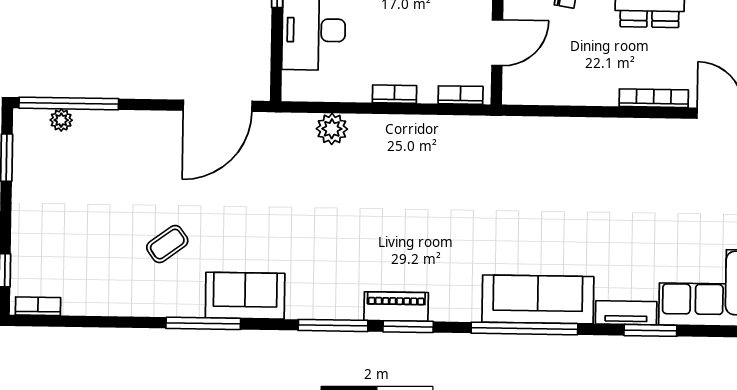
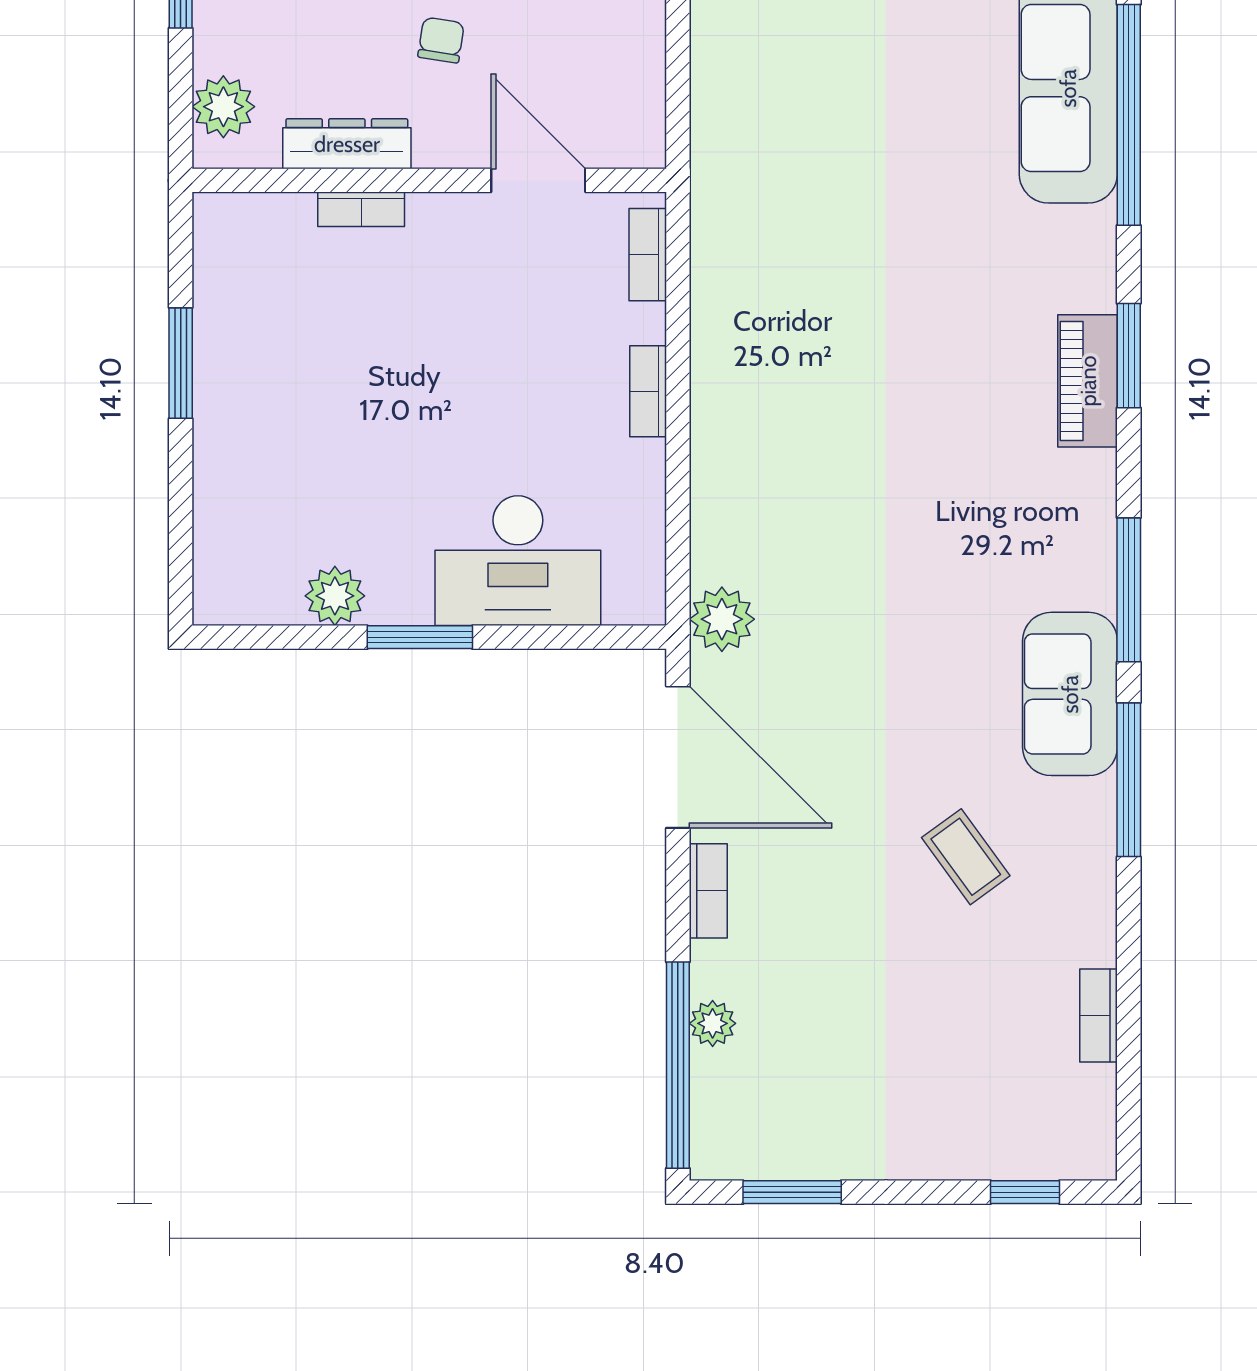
bookcase: (153, 119) -> (708, 891), added
plant: (61, 120) -> (713, 1023), moved
plant: (332, 129) -> (722, 619), moved
bookcase: (38, 306) -> (1099, 1016), moved
window: (333, 325) -> (1129, 590), moved

